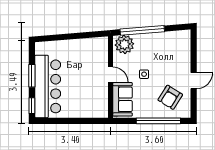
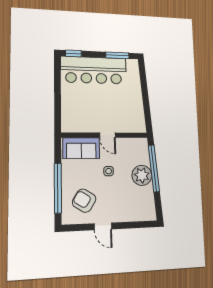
plant: (124, 44) -> (142, 175), moved
door: (110, 74) -> (107, 135), hinge flipped
window: (32, 76) -> (117, 55), moved

